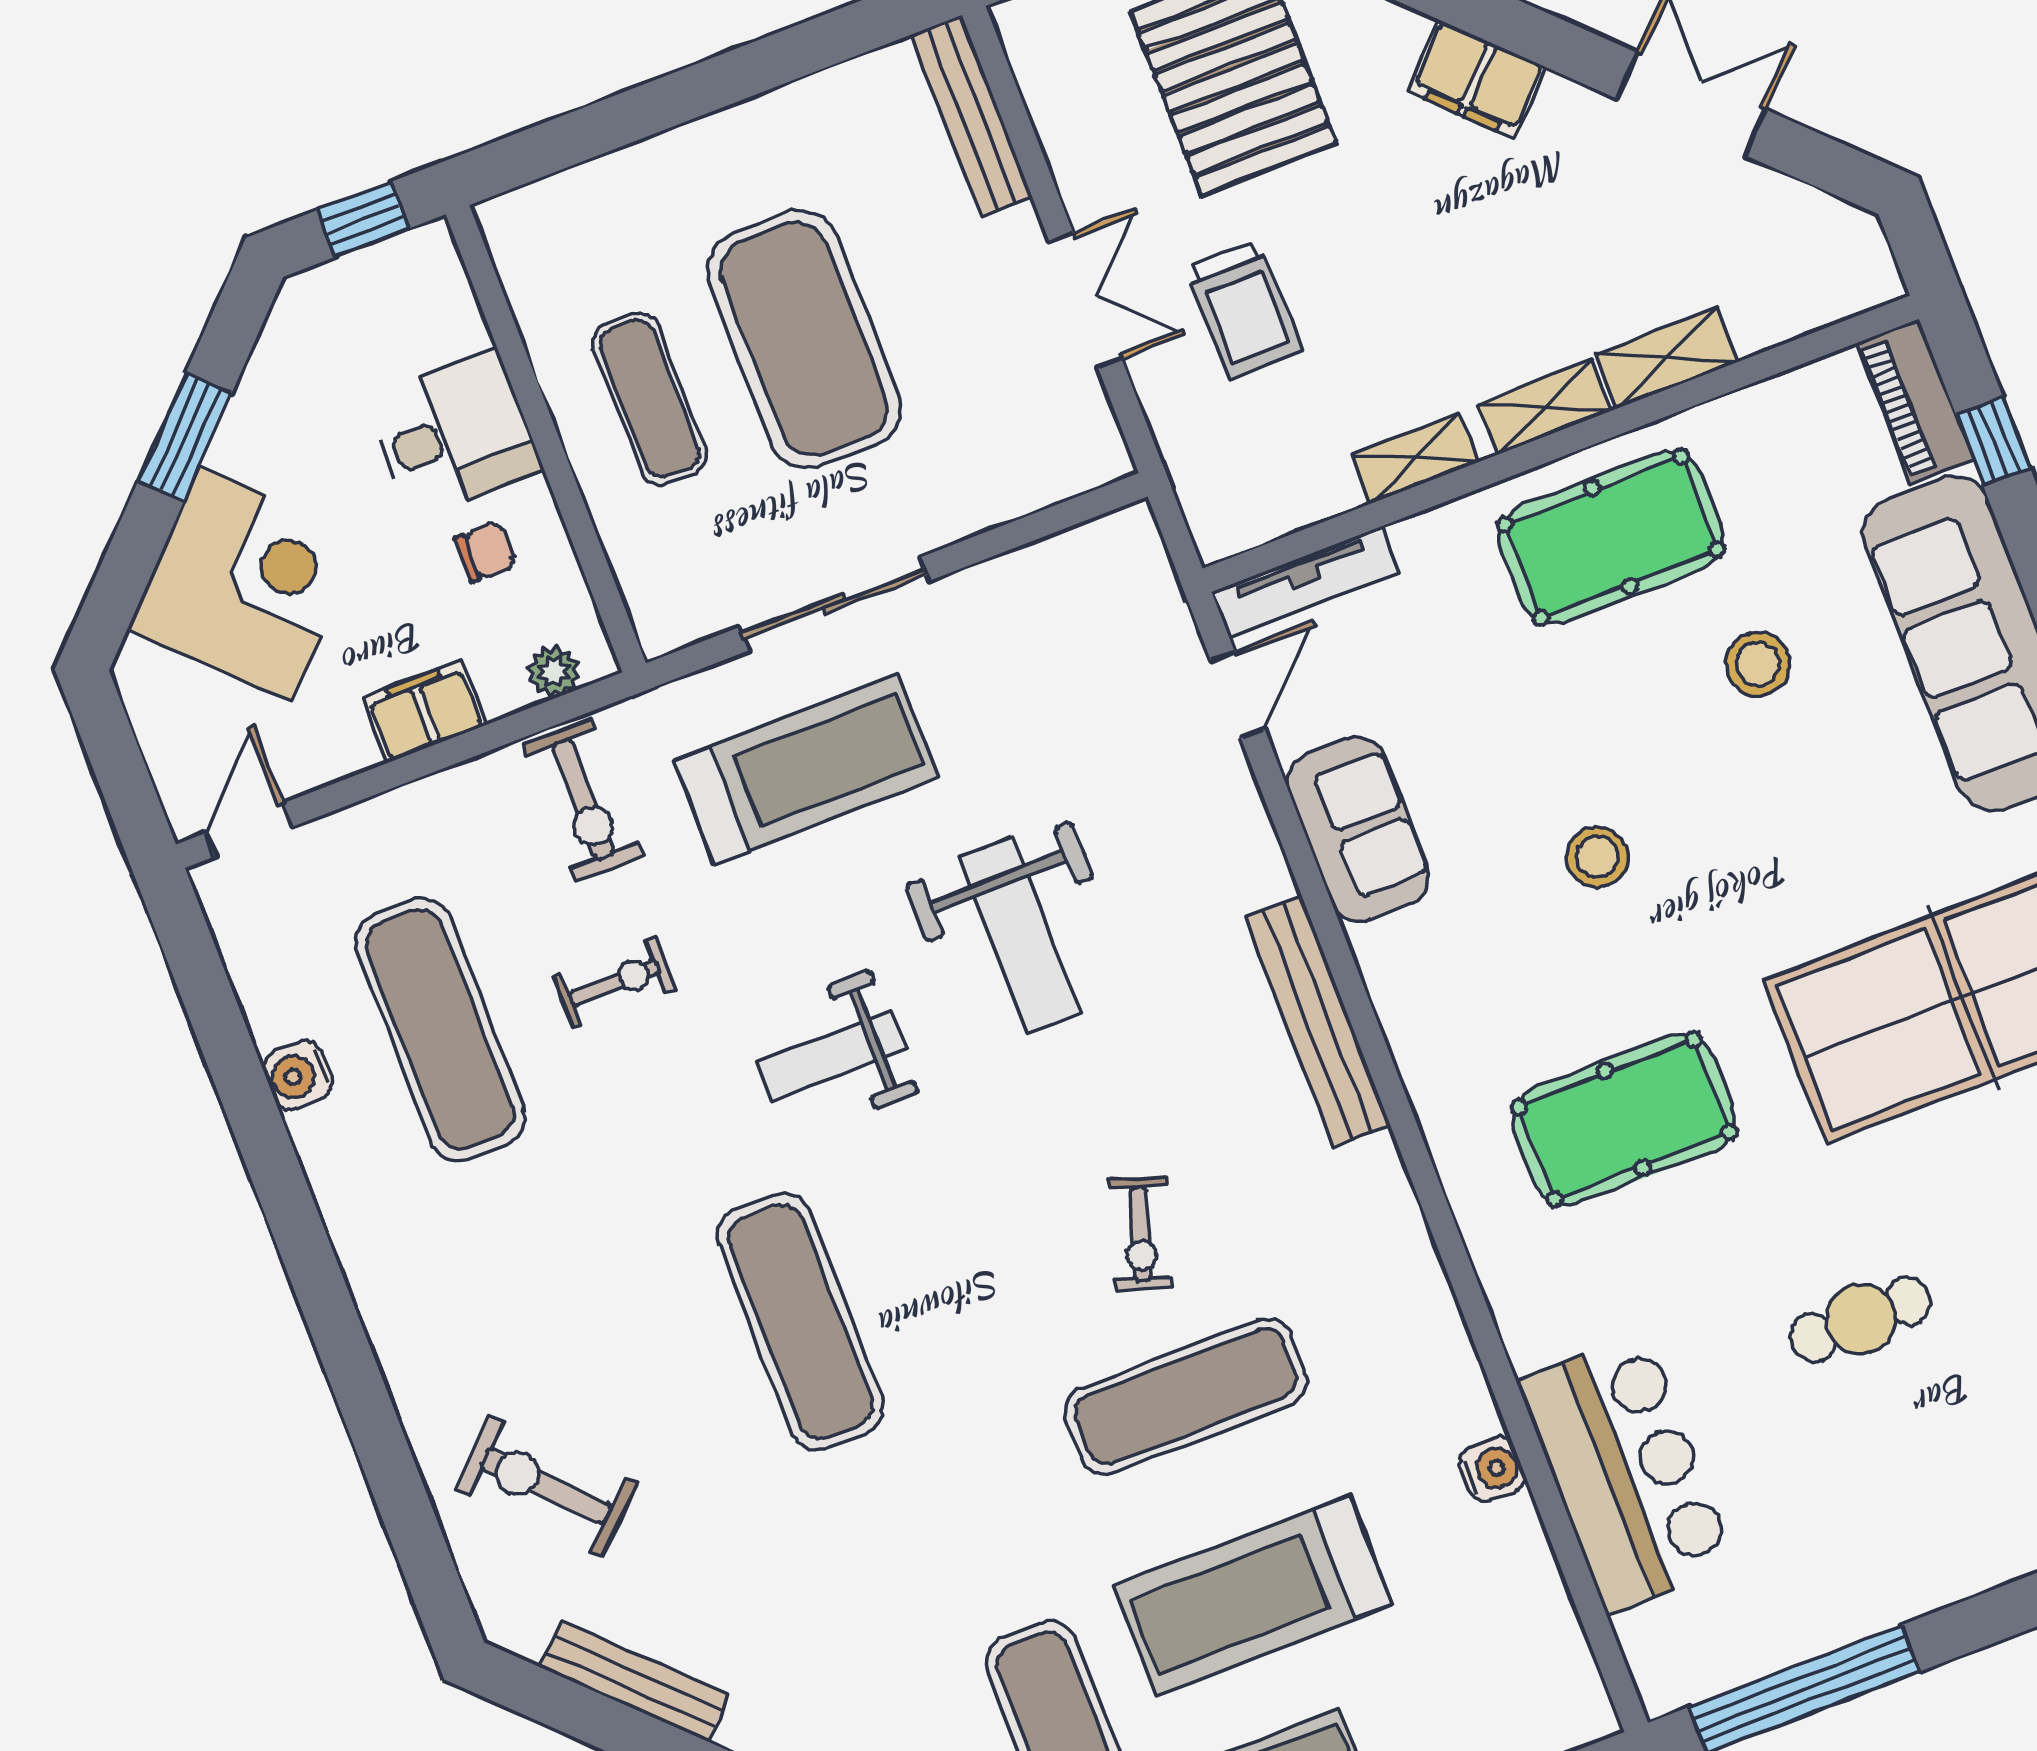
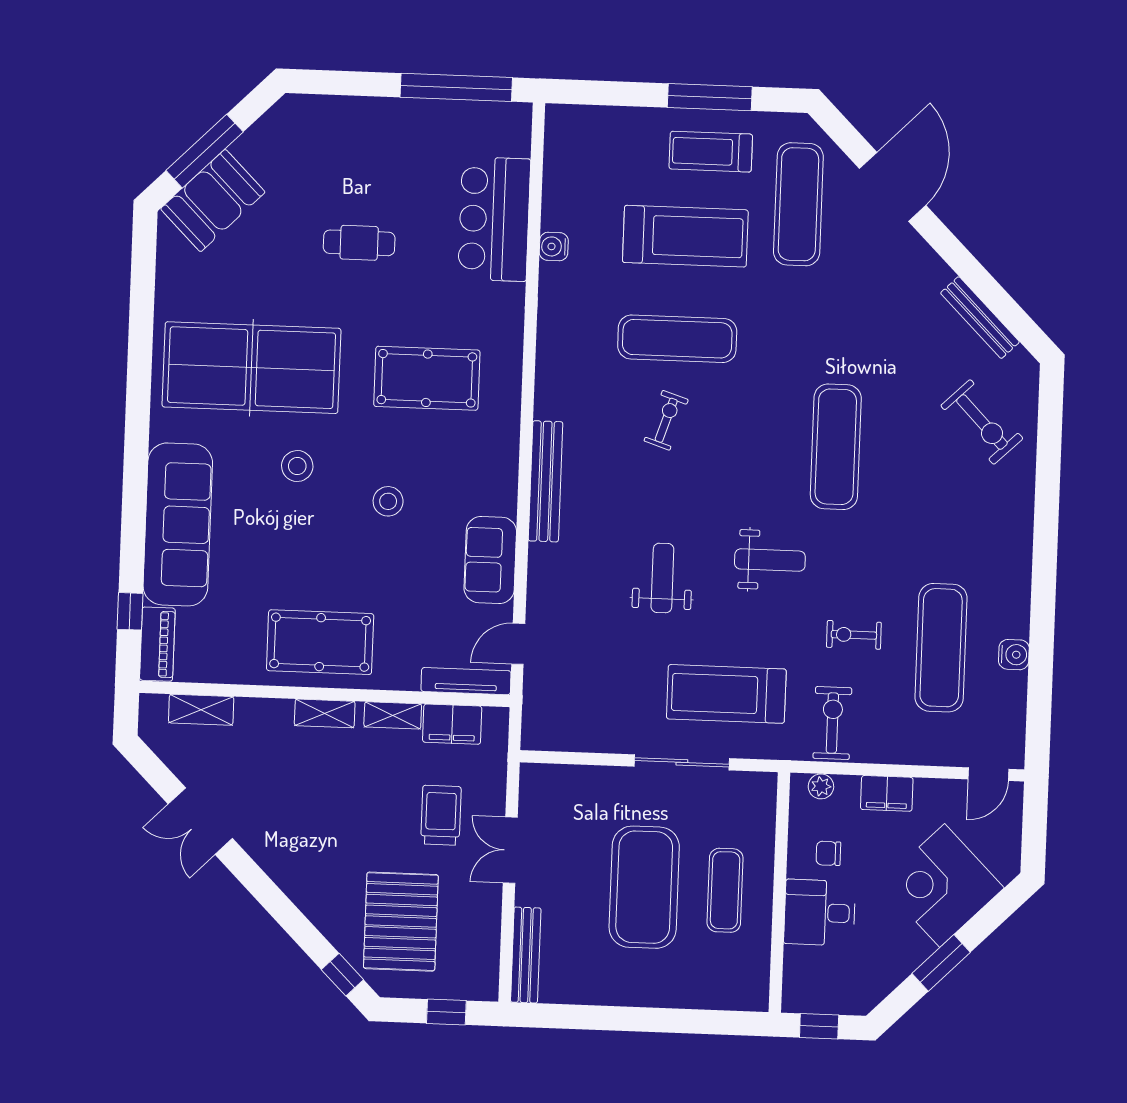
filing cabinet: (1477, 79) -> (452, 724), moved, turned 135
shelving: (1667, 358) -> (201, 710), moved
stool: (1758, 664) -> (297, 466), moved
weight bench: (1020, 935) -> (662, 578), width x0.73, depth x0.75

